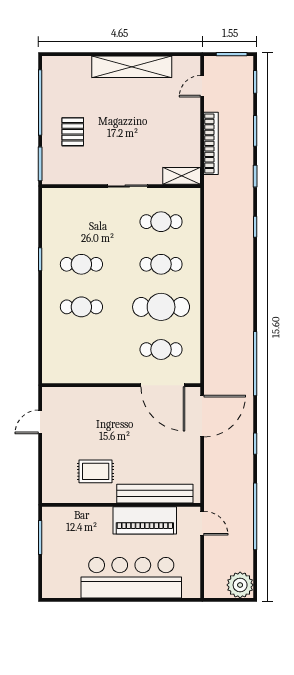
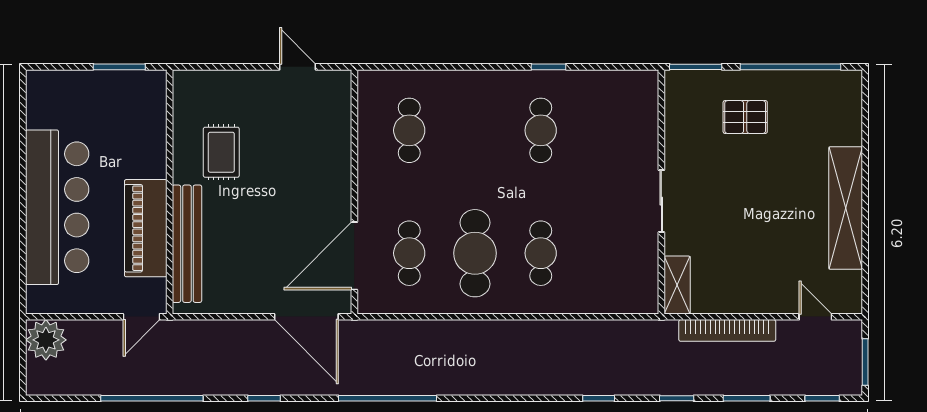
cafe table: (161, 222) -> (606, 253), removed
cafe table: (81, 307) -> (409, 130), moved
plant: (240, 585) -> (46, 340), moved

